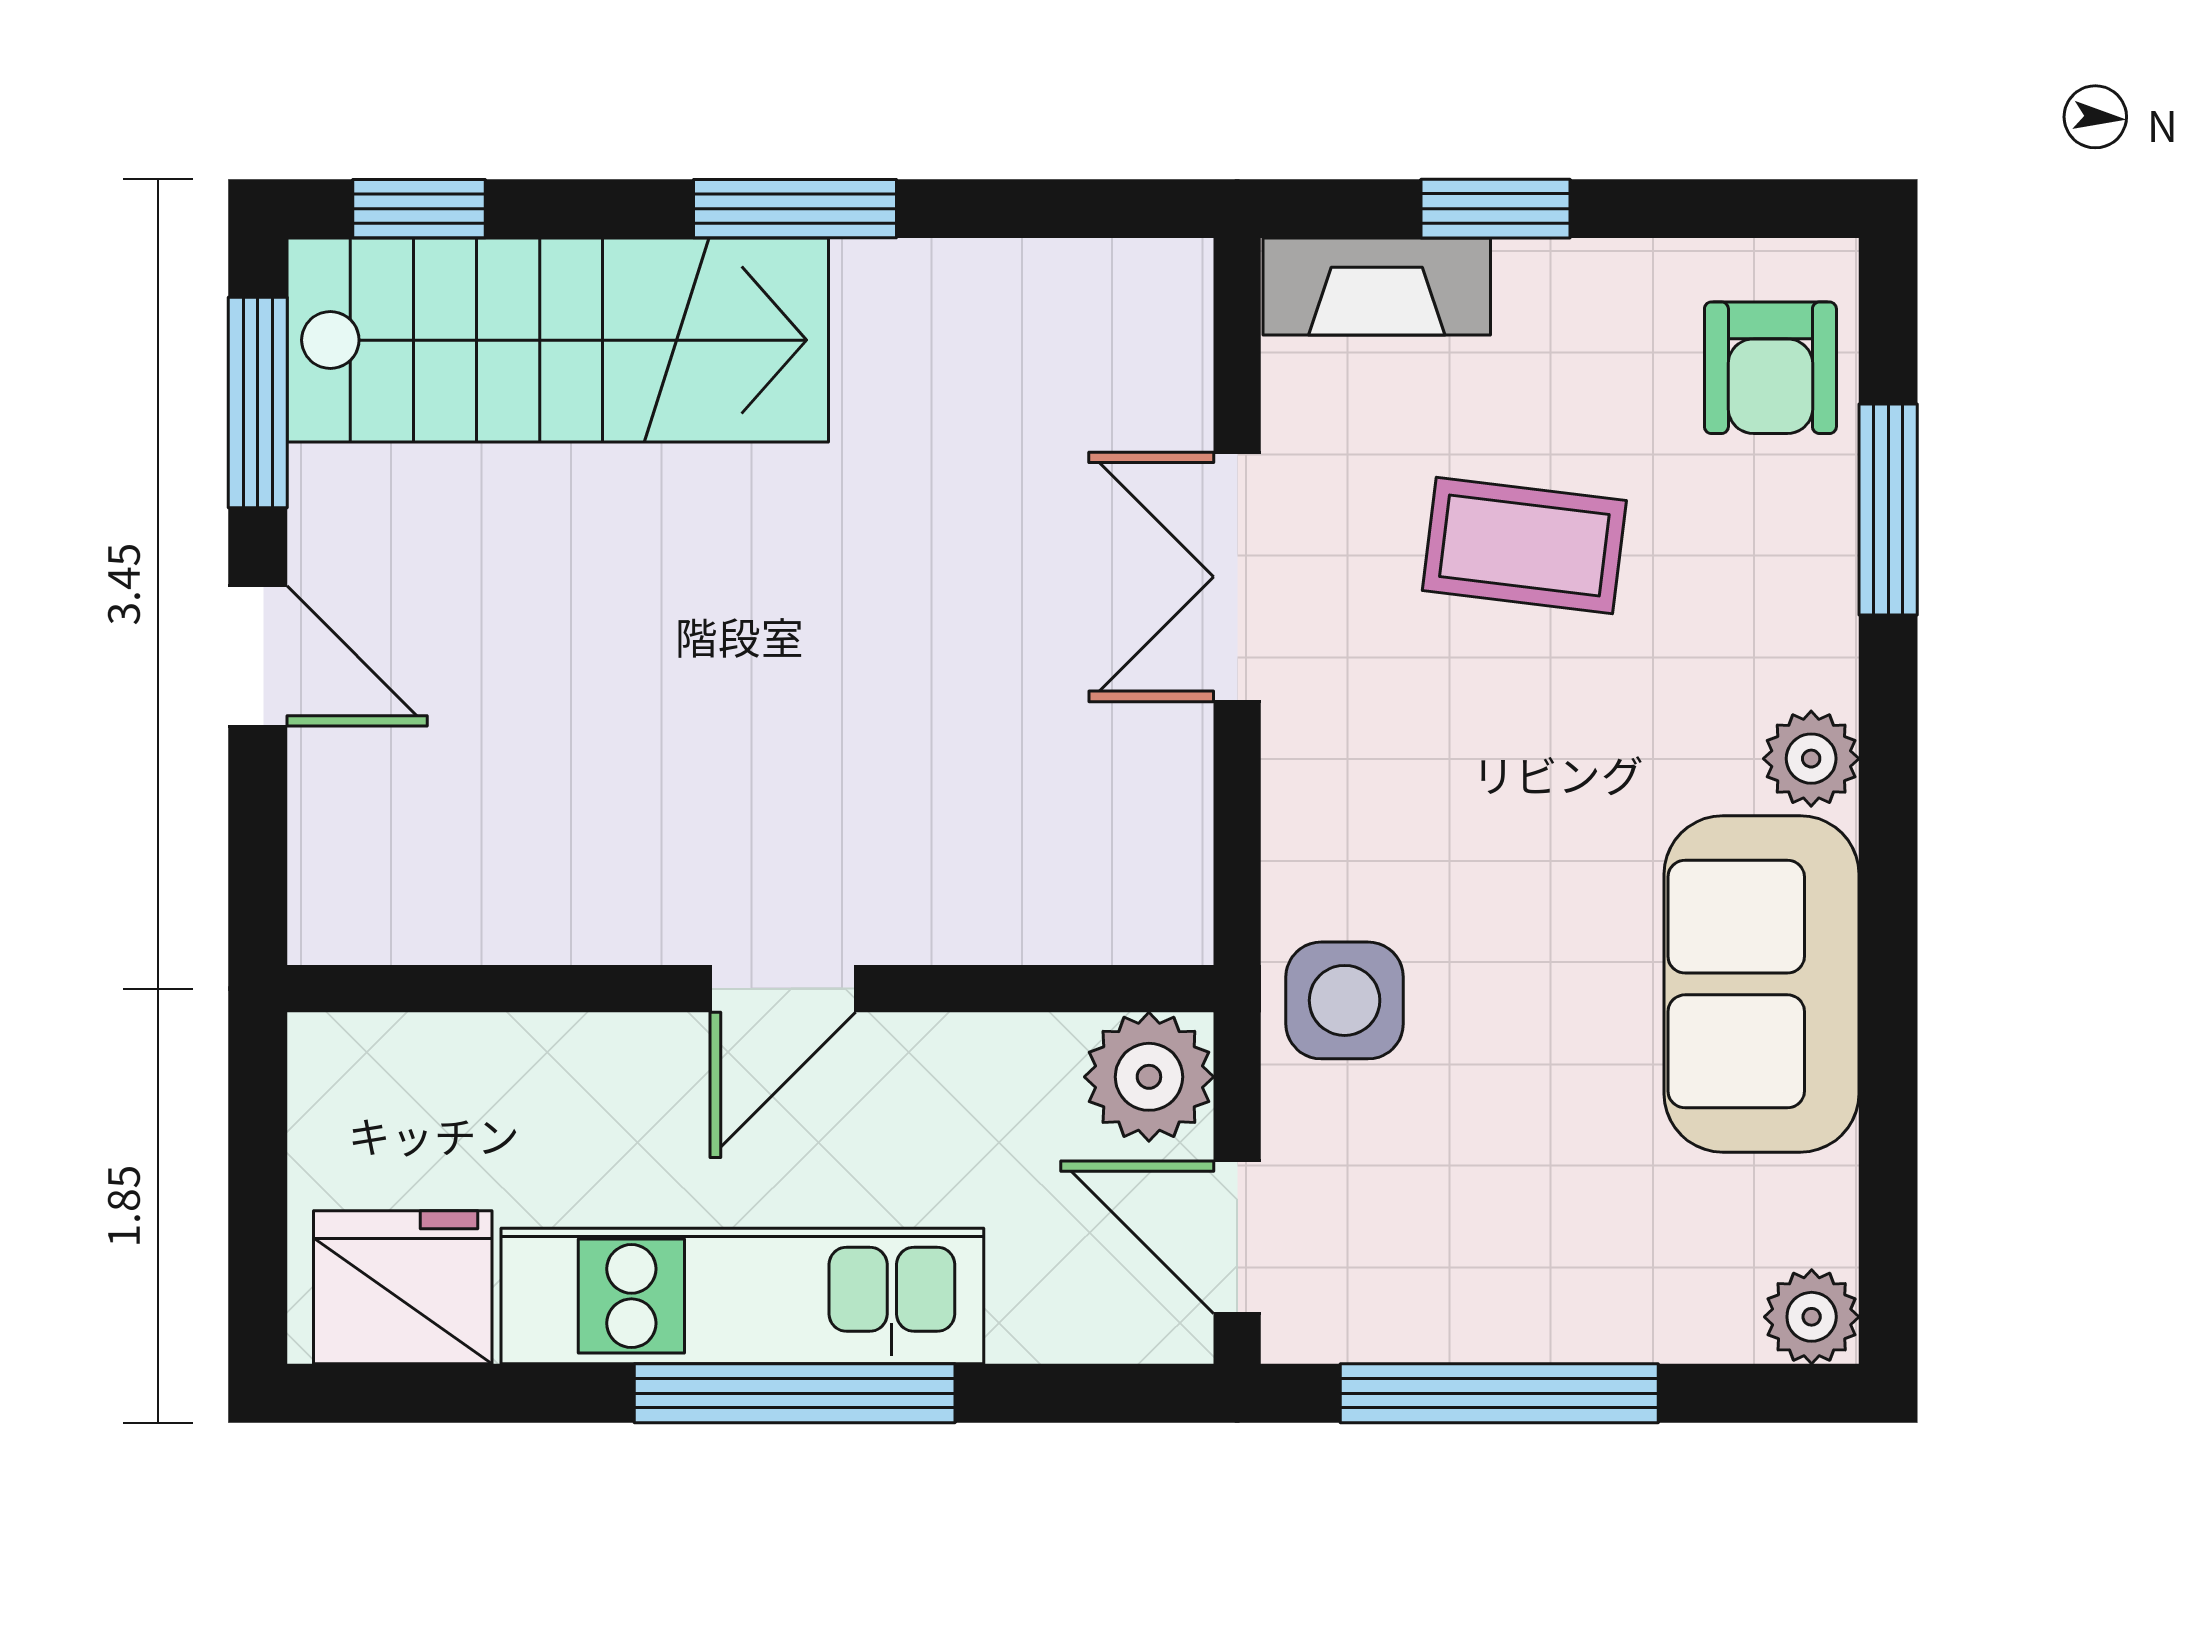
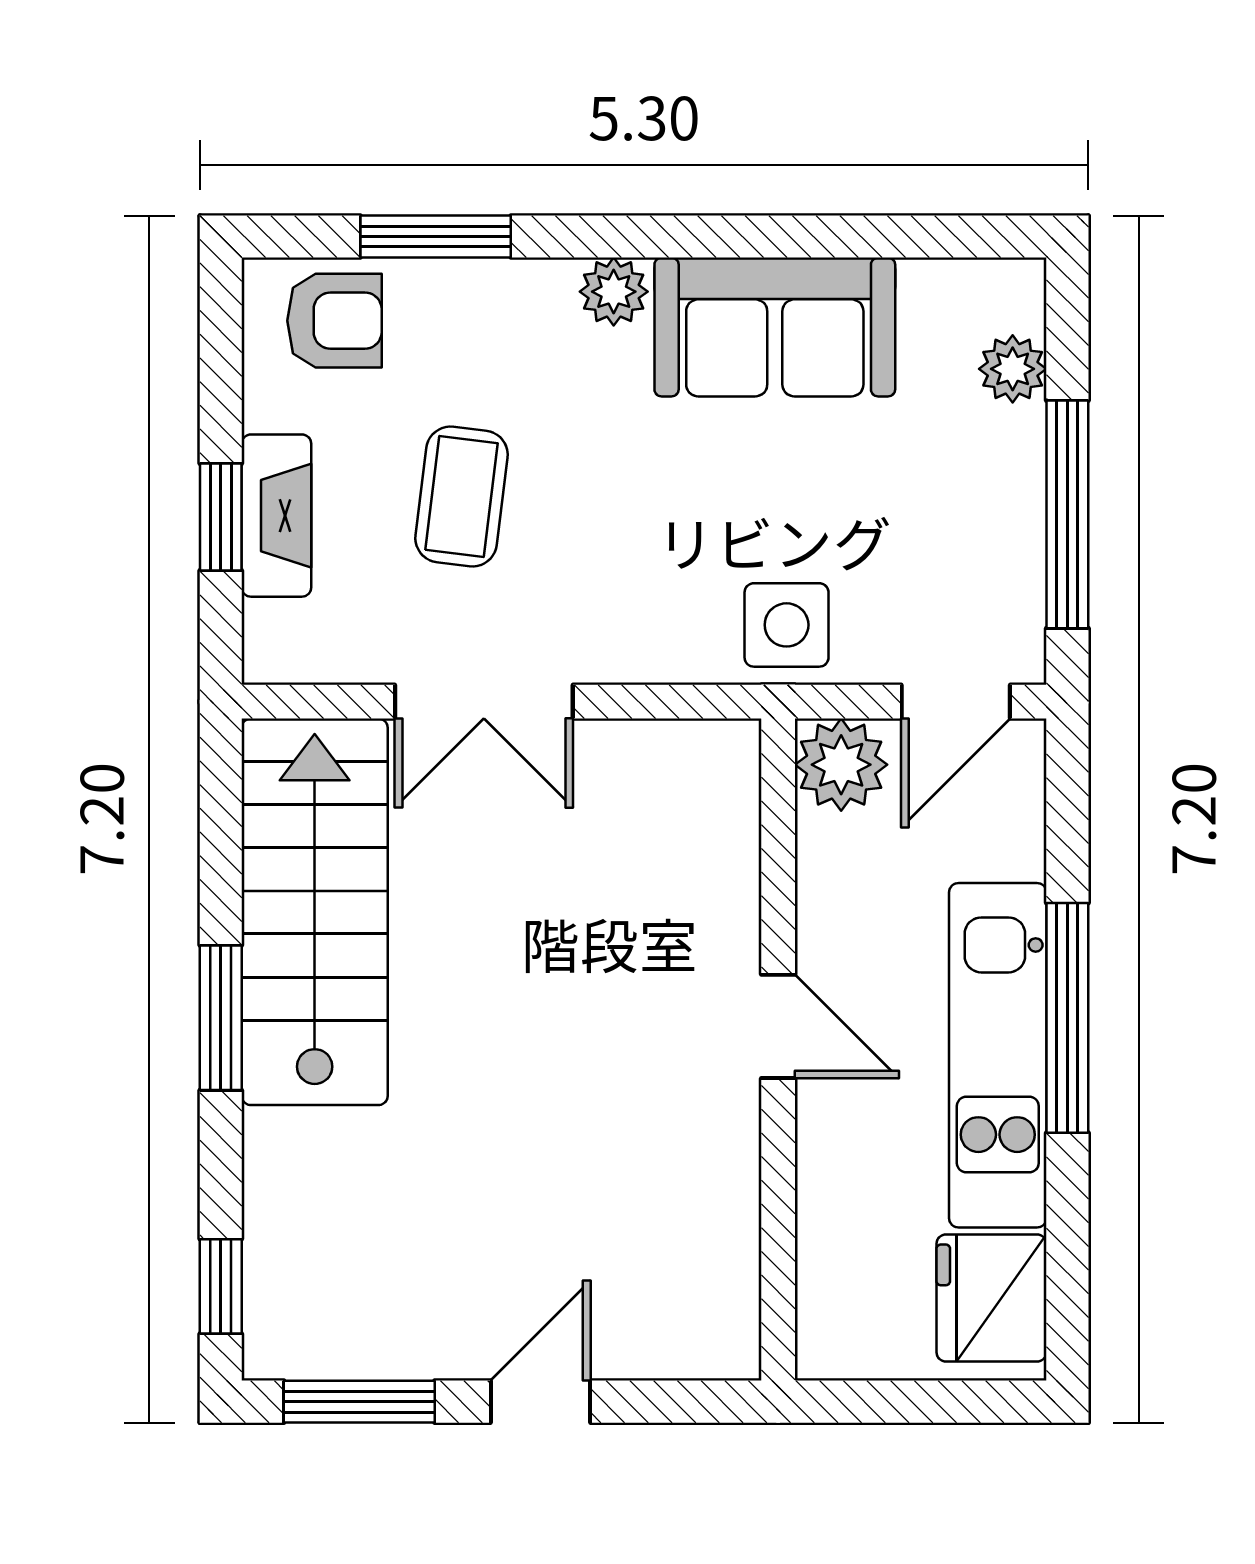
fireplace: (1377, 286) -> (276, 516), moved
stairs: (558, 340) -> (315, 912), moved
plant: (1812, 1317) -> (1013, 369), moved

